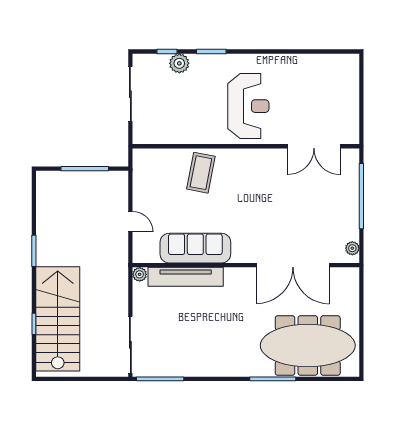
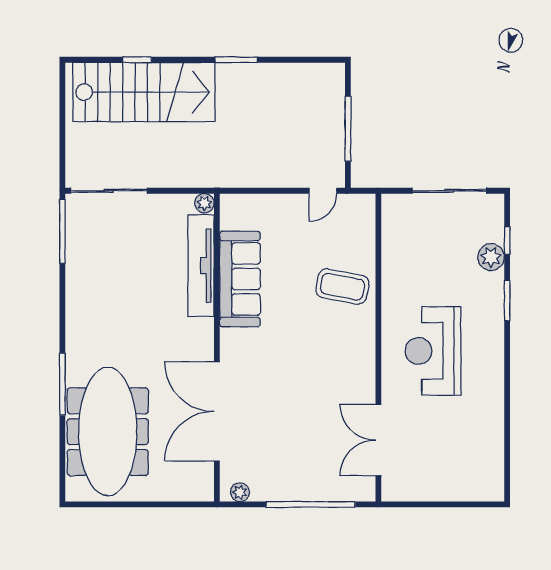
reception desk: (248, 106) -> (433, 351), turned 90
door: (130, 222) -> (323, 191), moved

